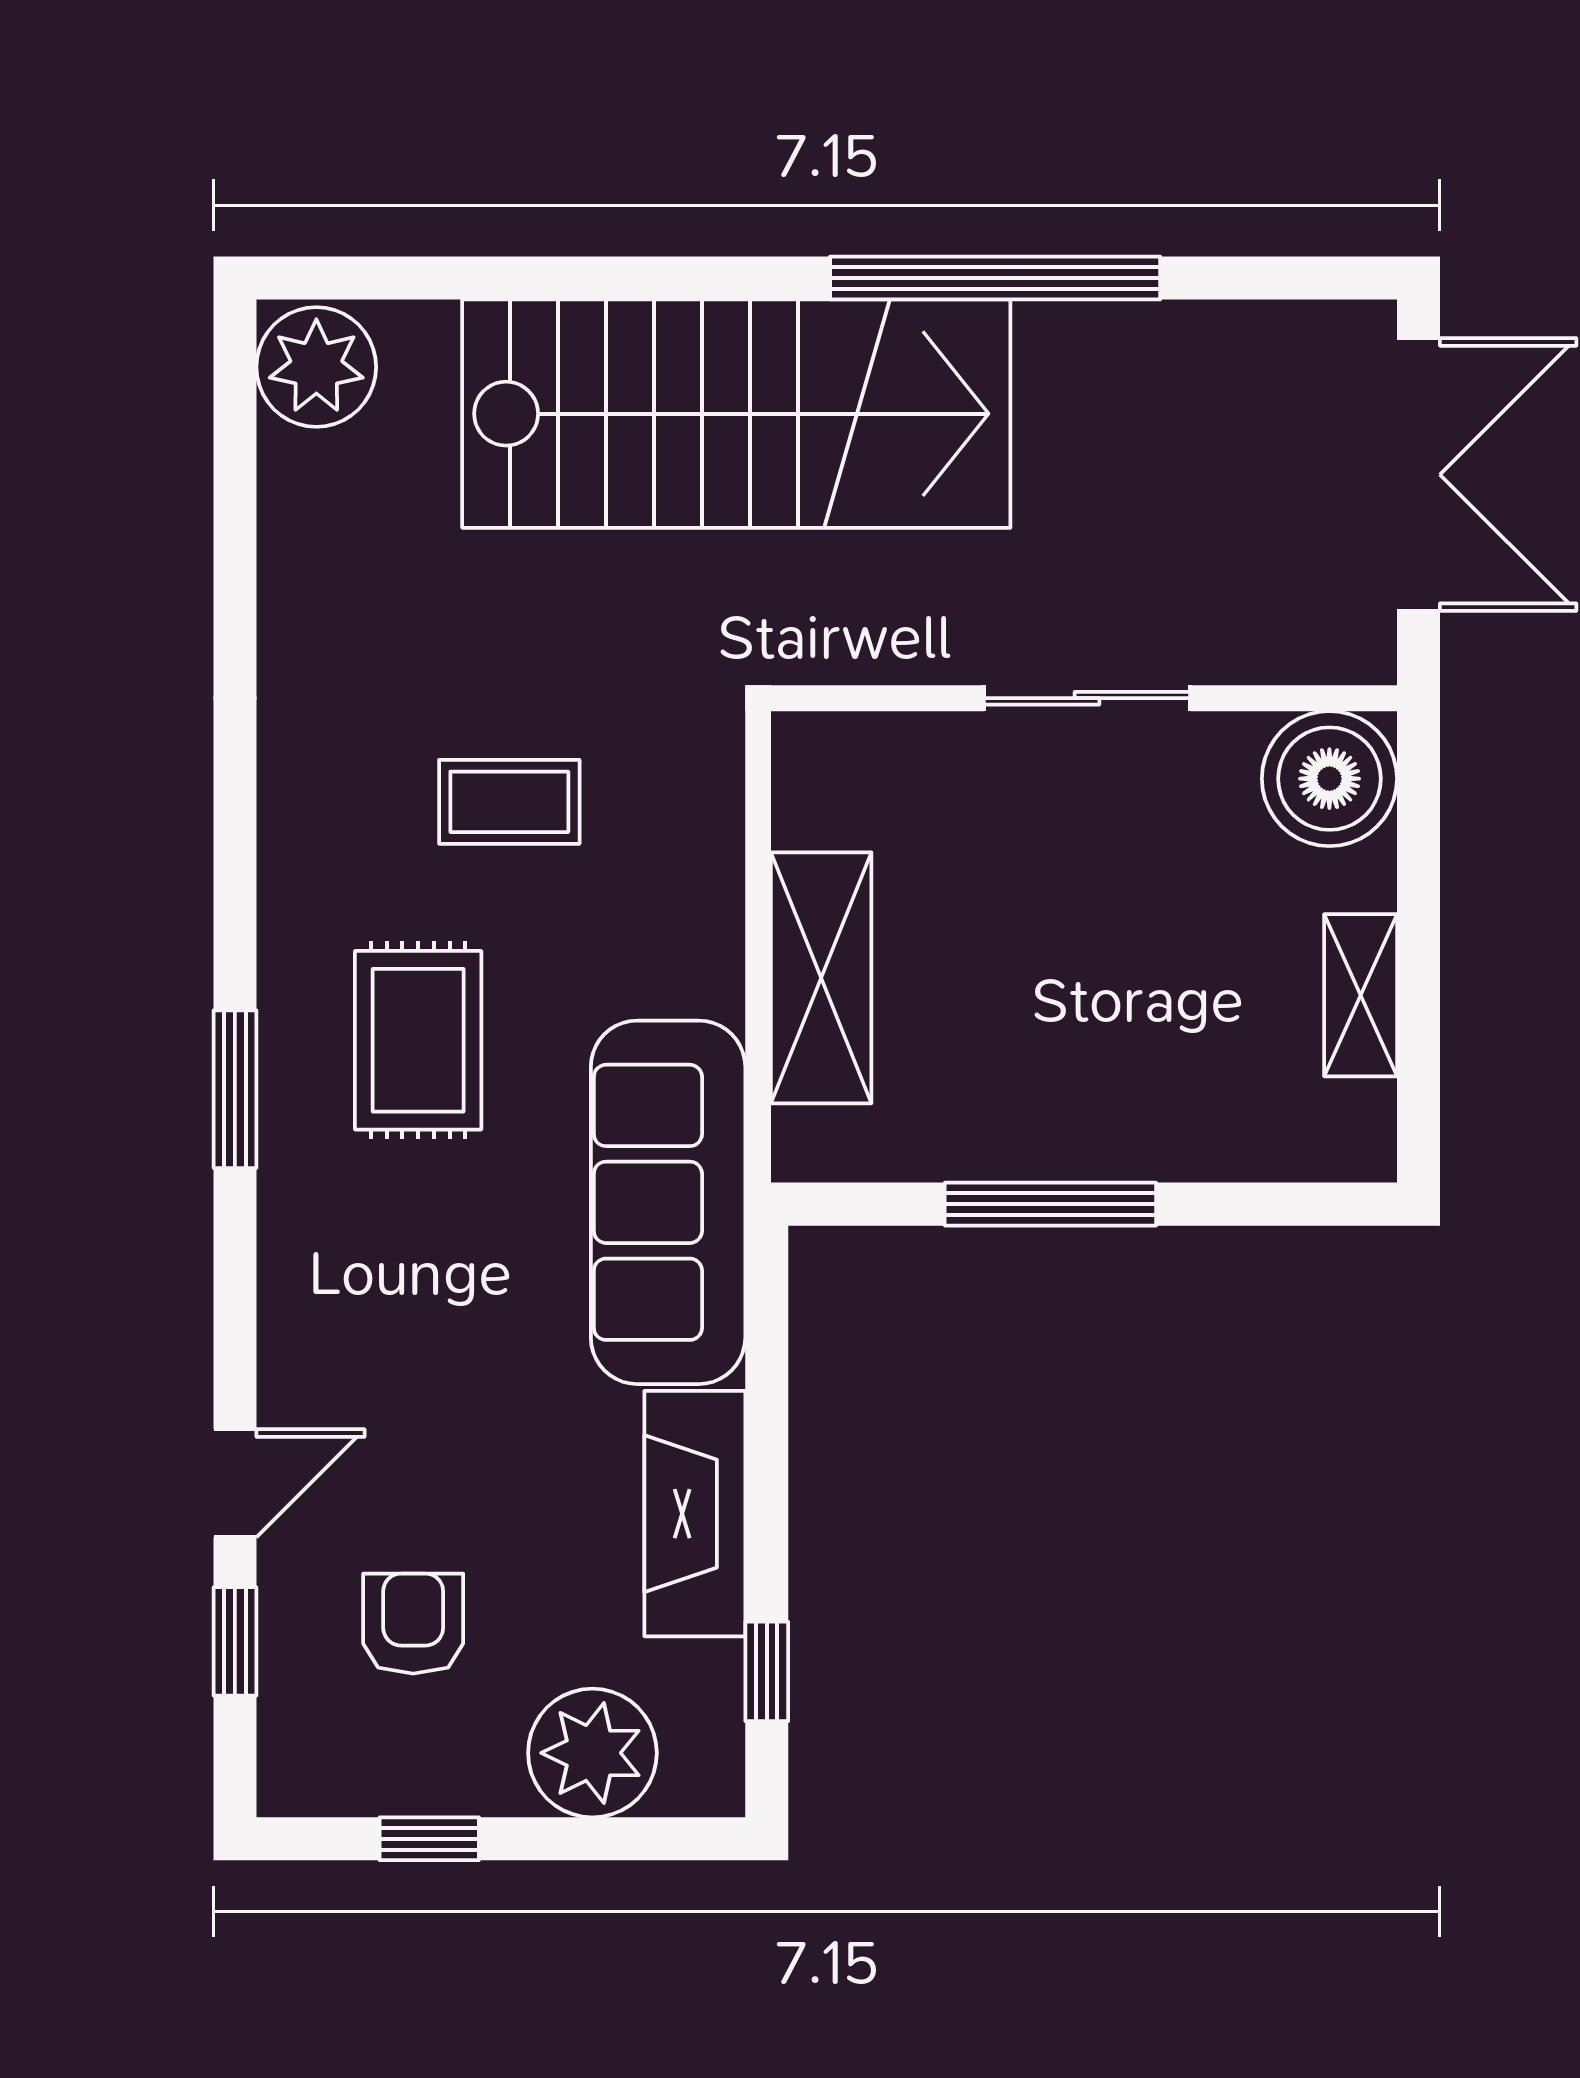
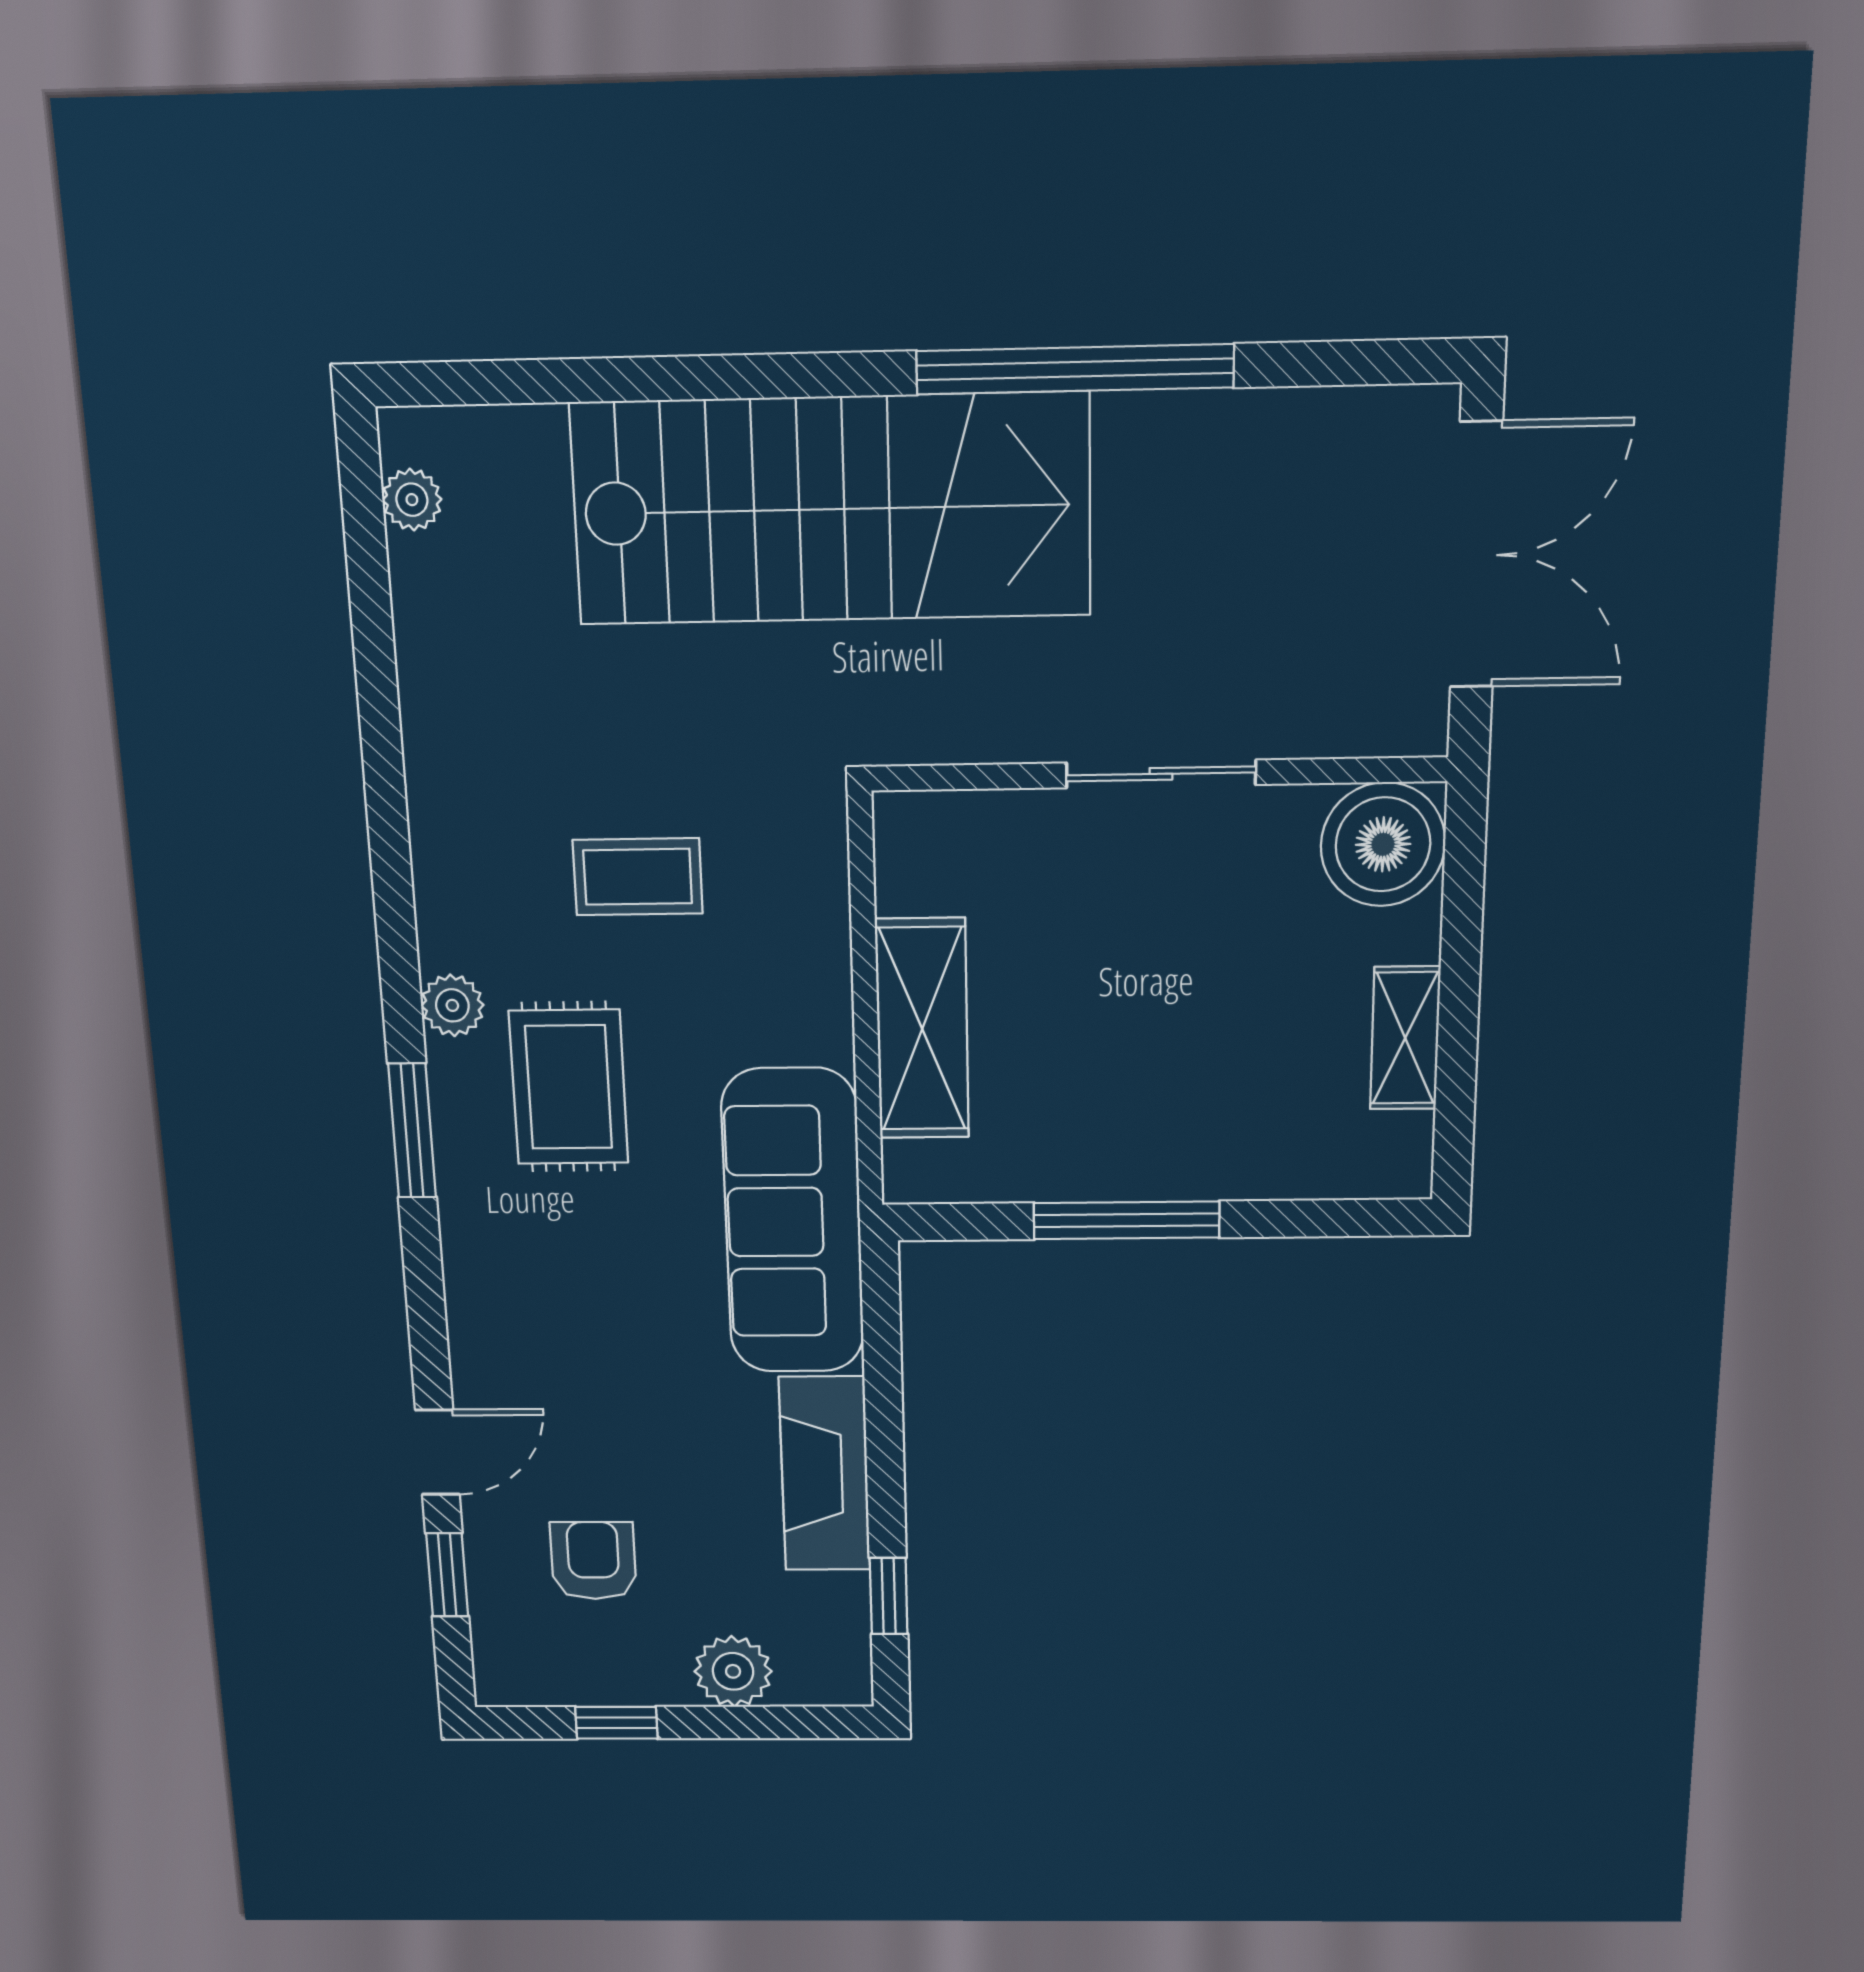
plant: (316, 367) -> (412, 500), width x0.53, depth x0.53
plant: (292, 944) -> (452, 1005), added
plant: (592, 1753) -> (733, 1671), width x0.73, depth x0.73

